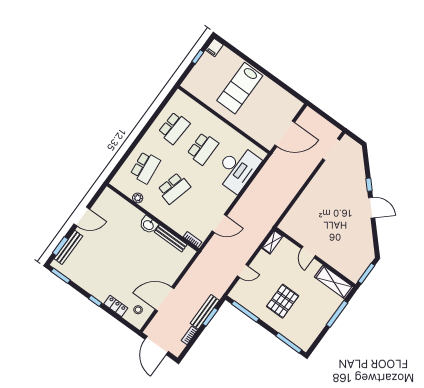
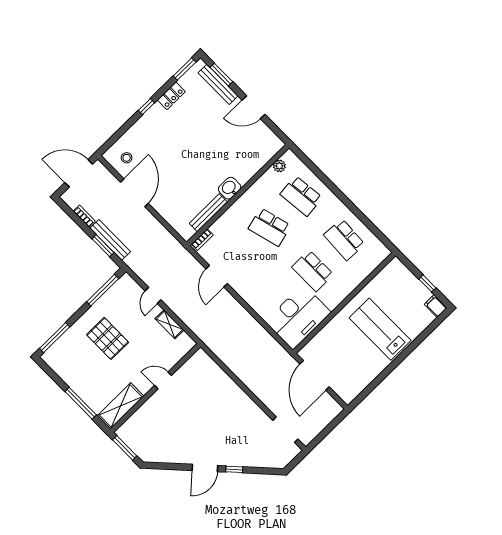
desk: (237, 168) -> (298, 317), moved, turned -90
school desk: (174, 188) -> (270, 227), turned -30
plant: (138, 198) -> (279, 166), moved
door: (82, 216) -> (254, 107), hinge flipped
shelving: (272, 242) -> (170, 324), moved
locker: (116, 306) -> (171, 96), moved

